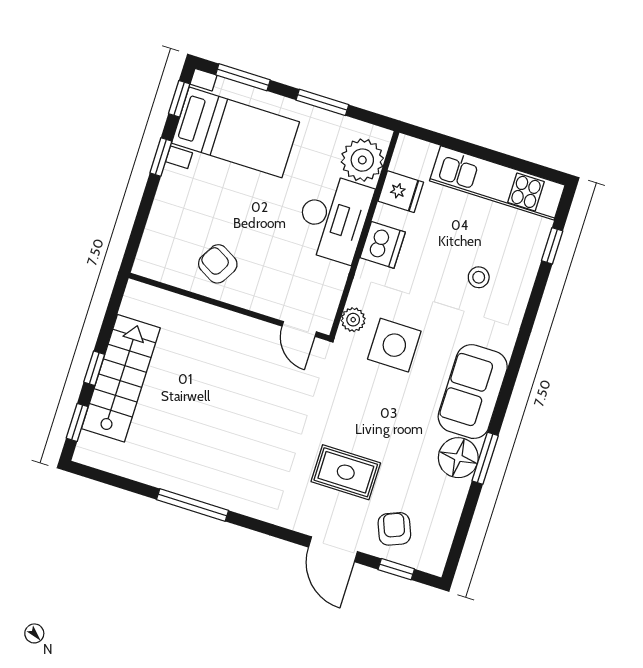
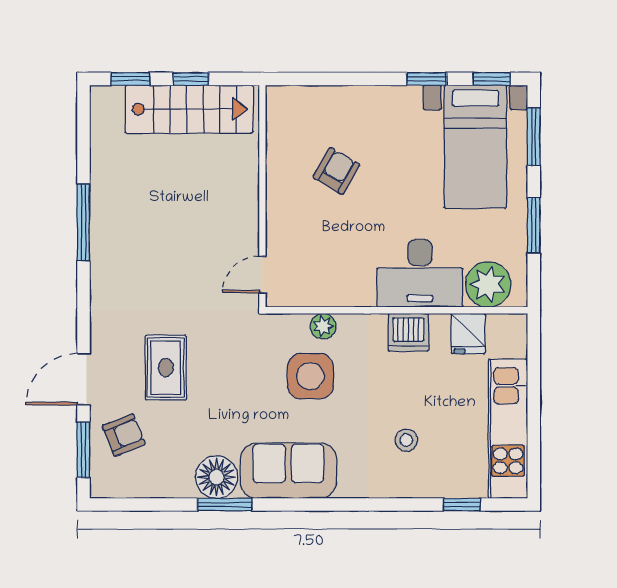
wall: (229, 307) -> (262, 196), moved
door: (299, 329) -> (262, 274), moved
window: (396, 569) -> (83, 450), width x1.50

